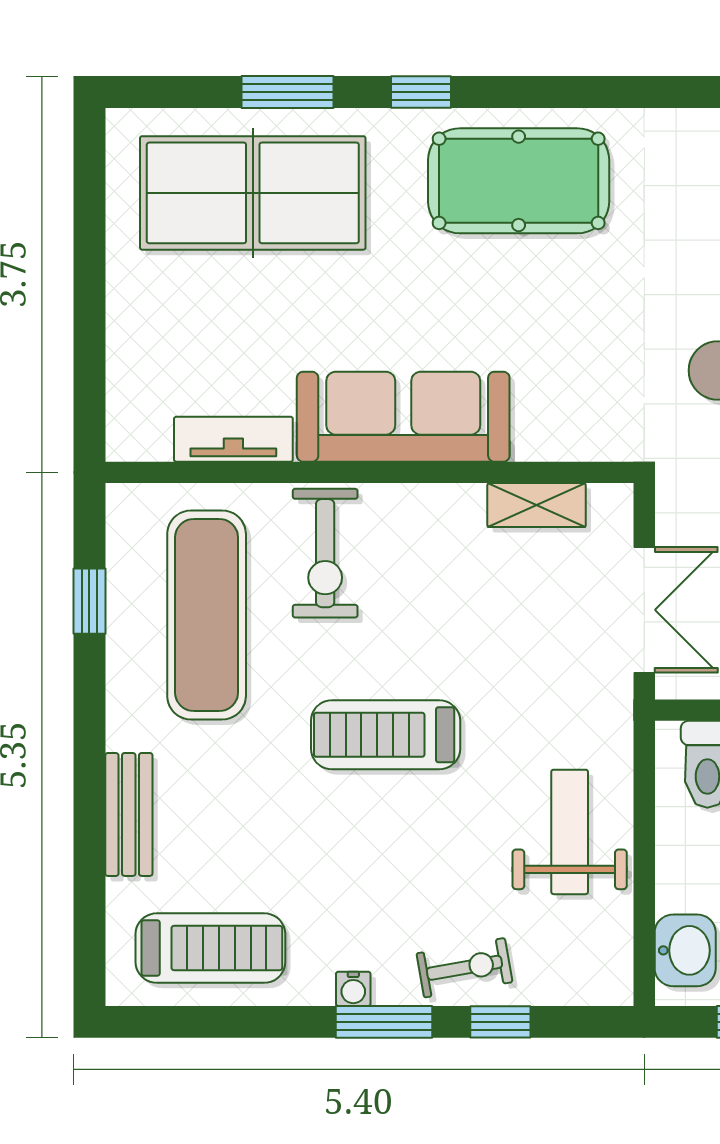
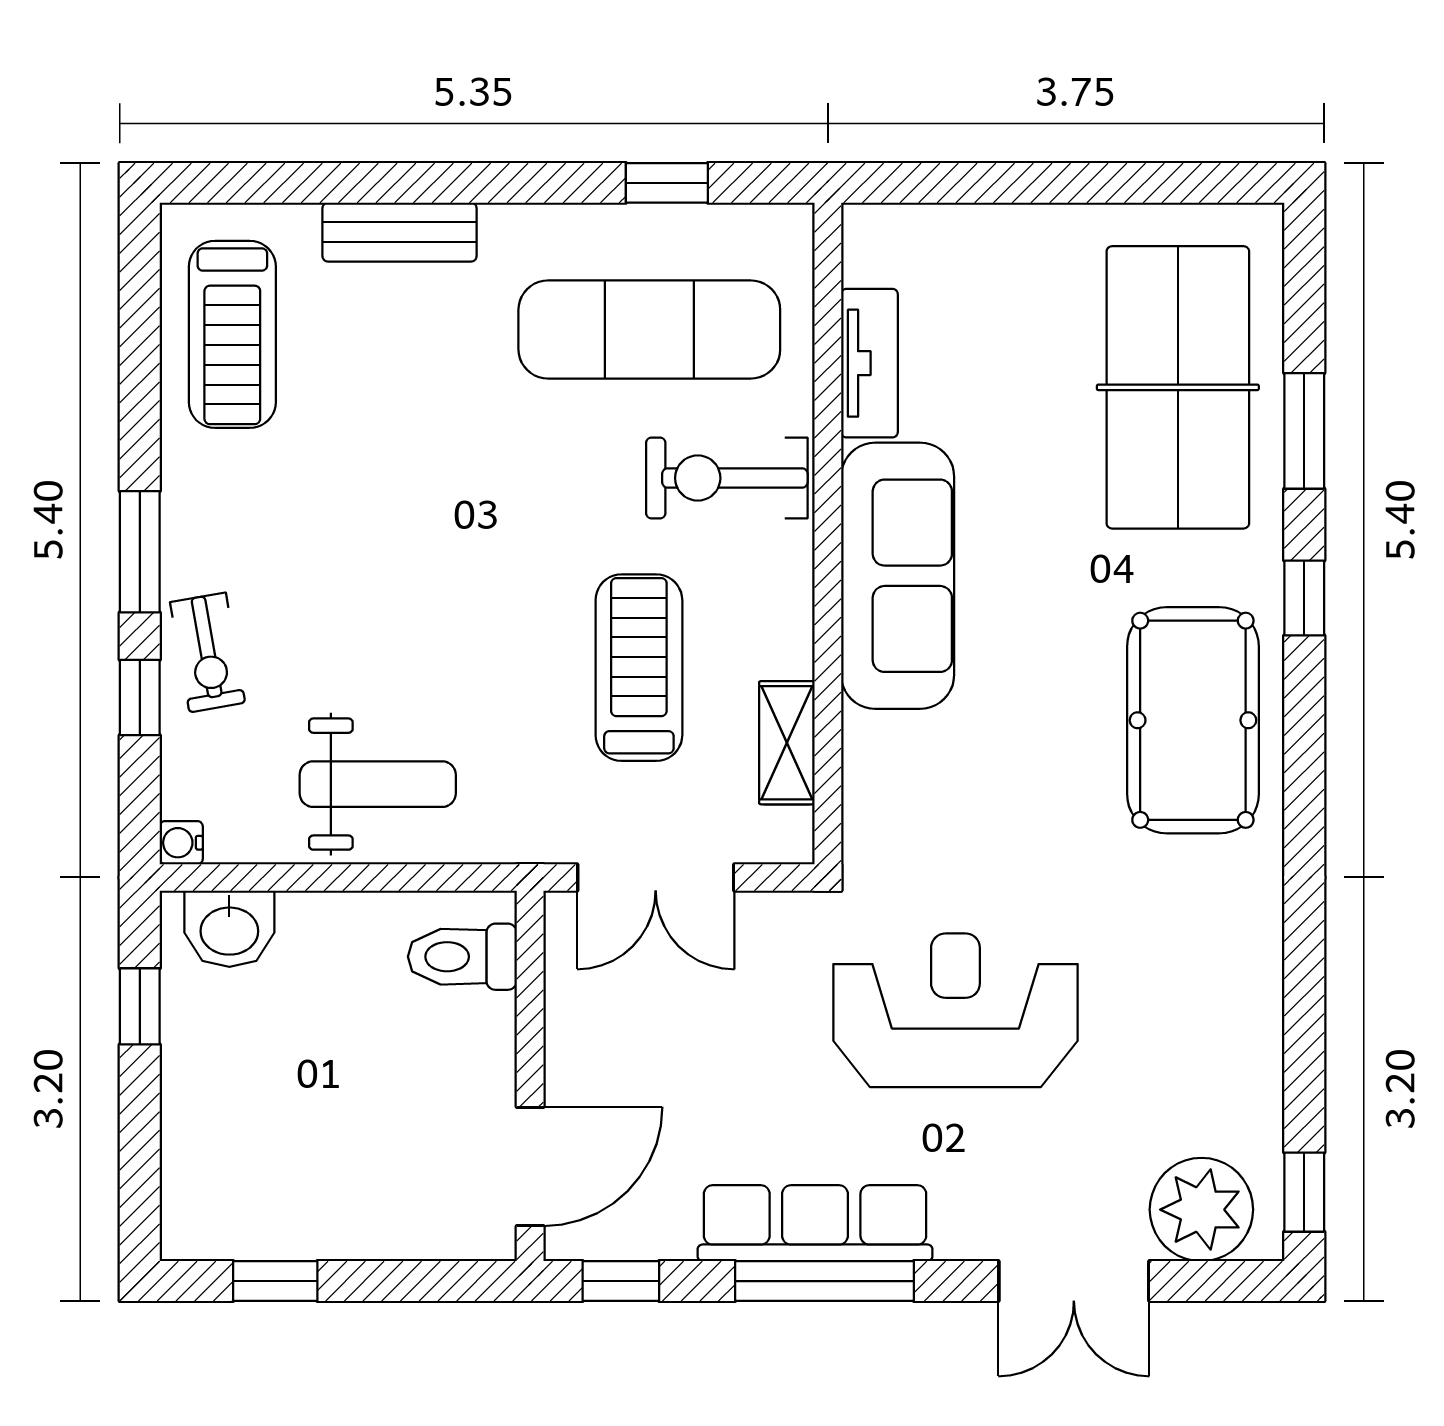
treadmill: (386, 735) -> (639, 668), moved
water cooler: (353, 989) -> (181, 843), moved

